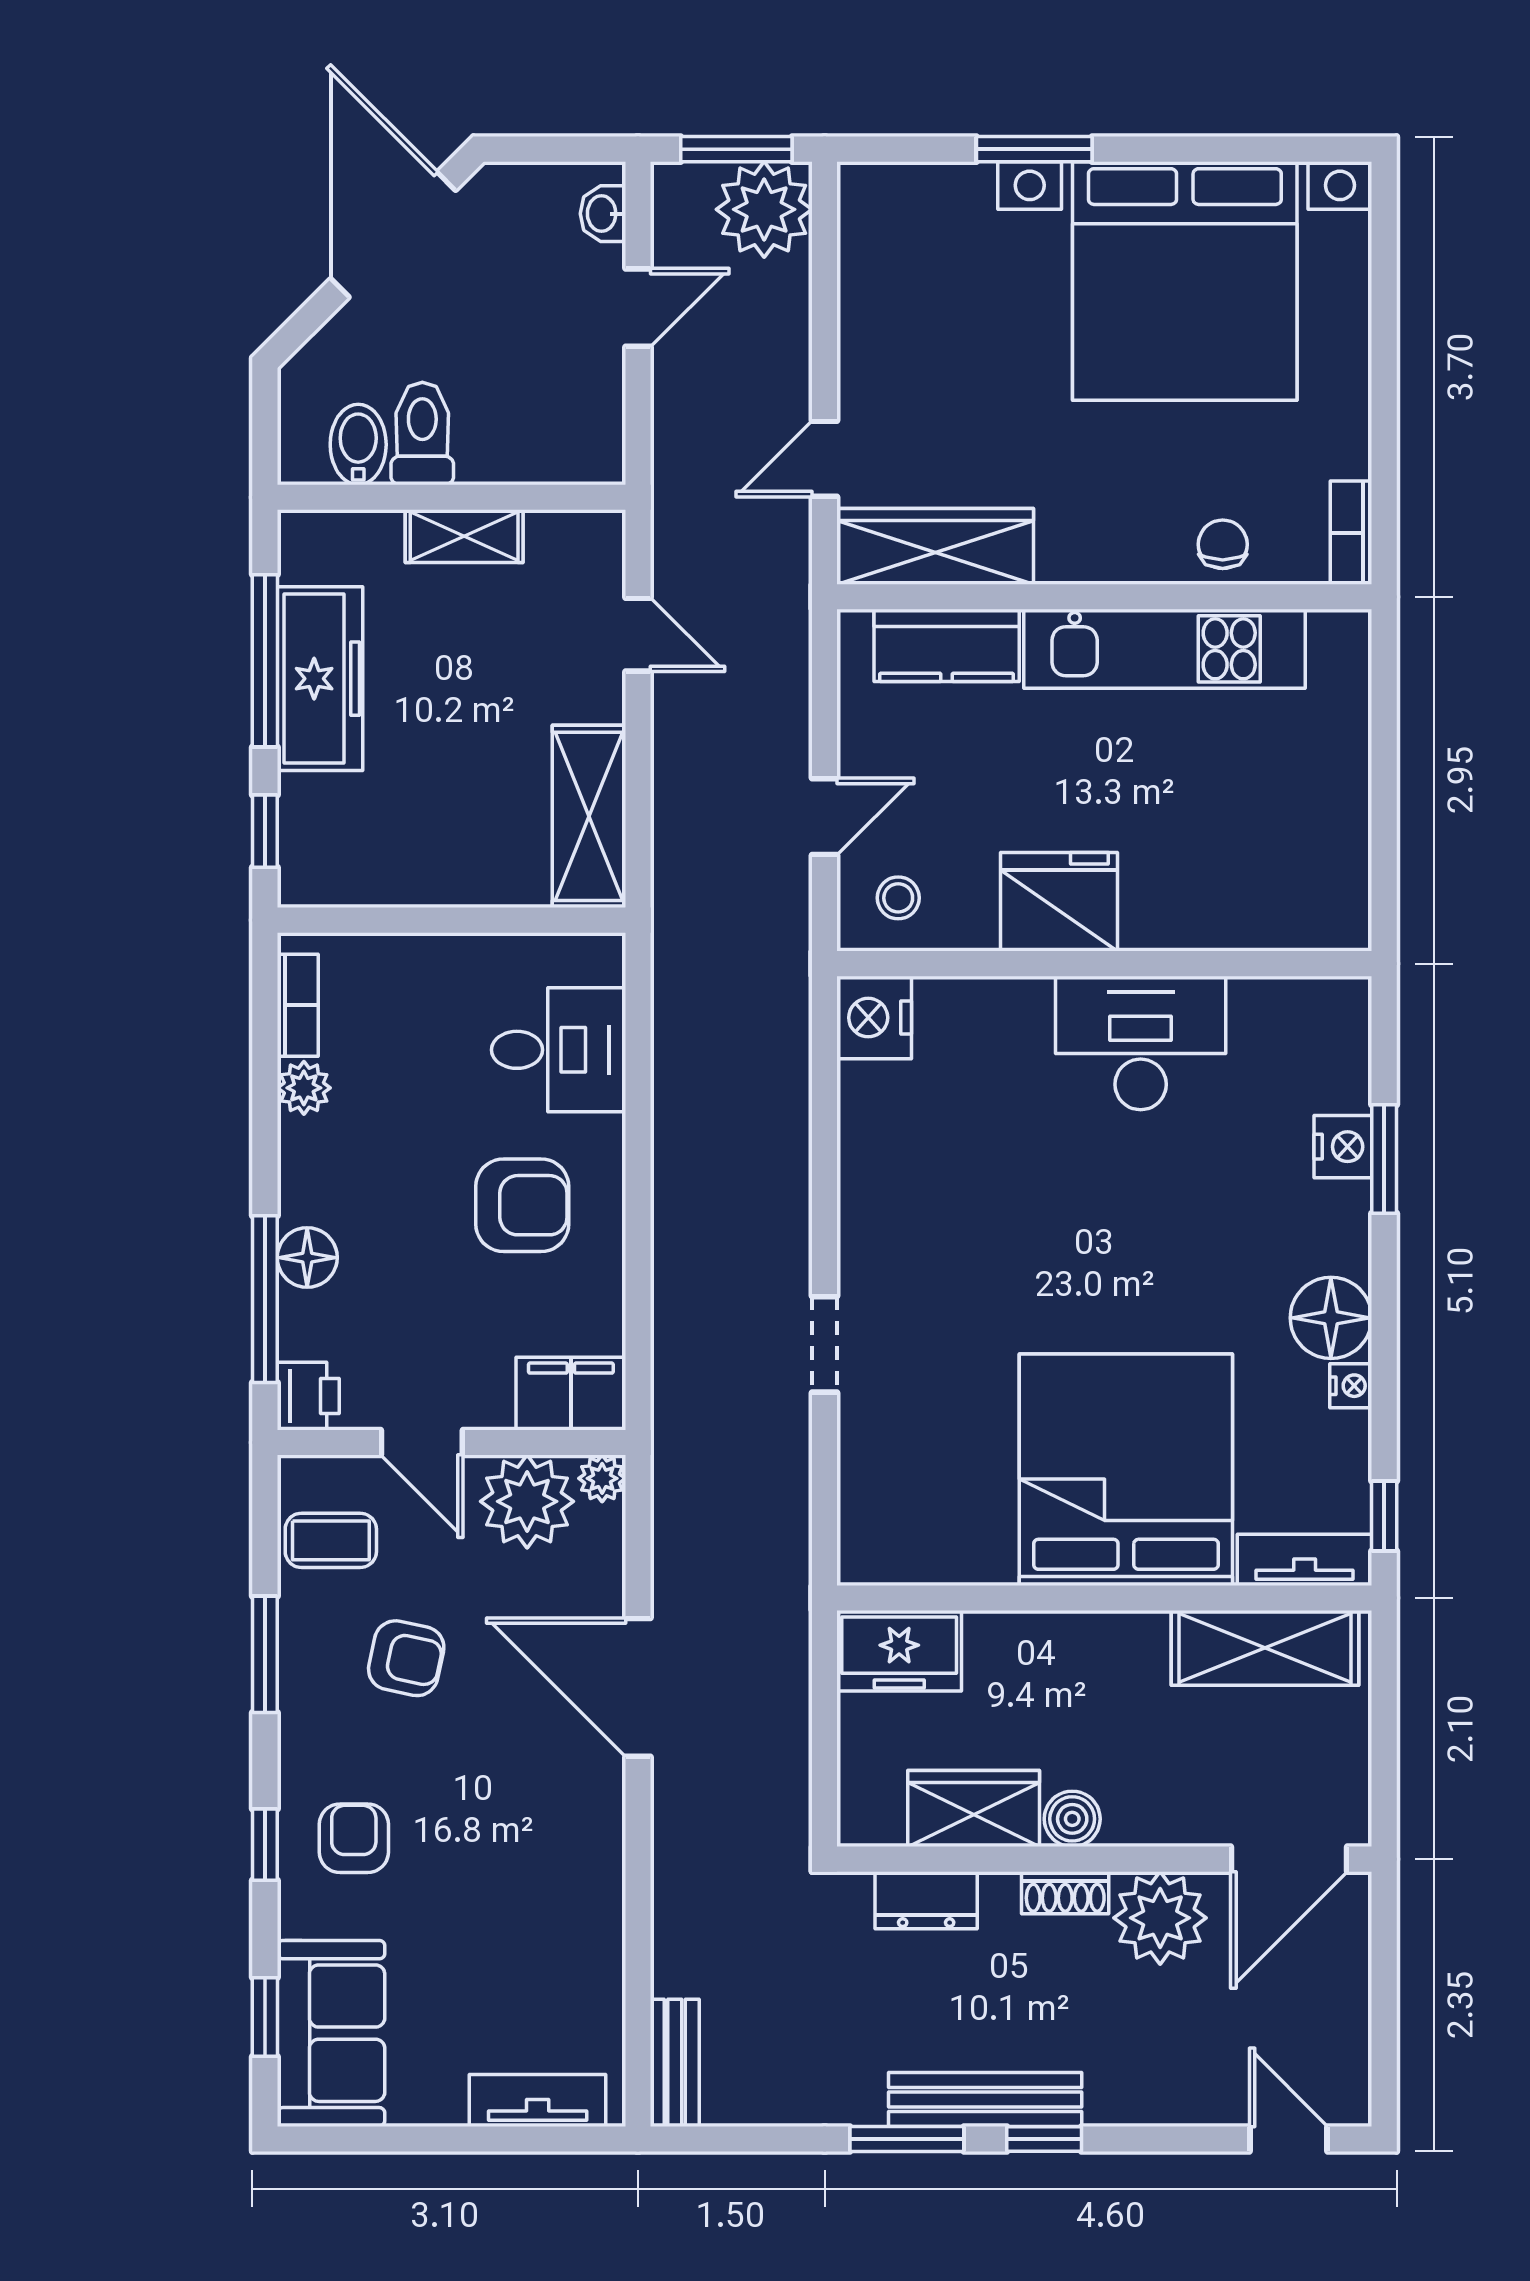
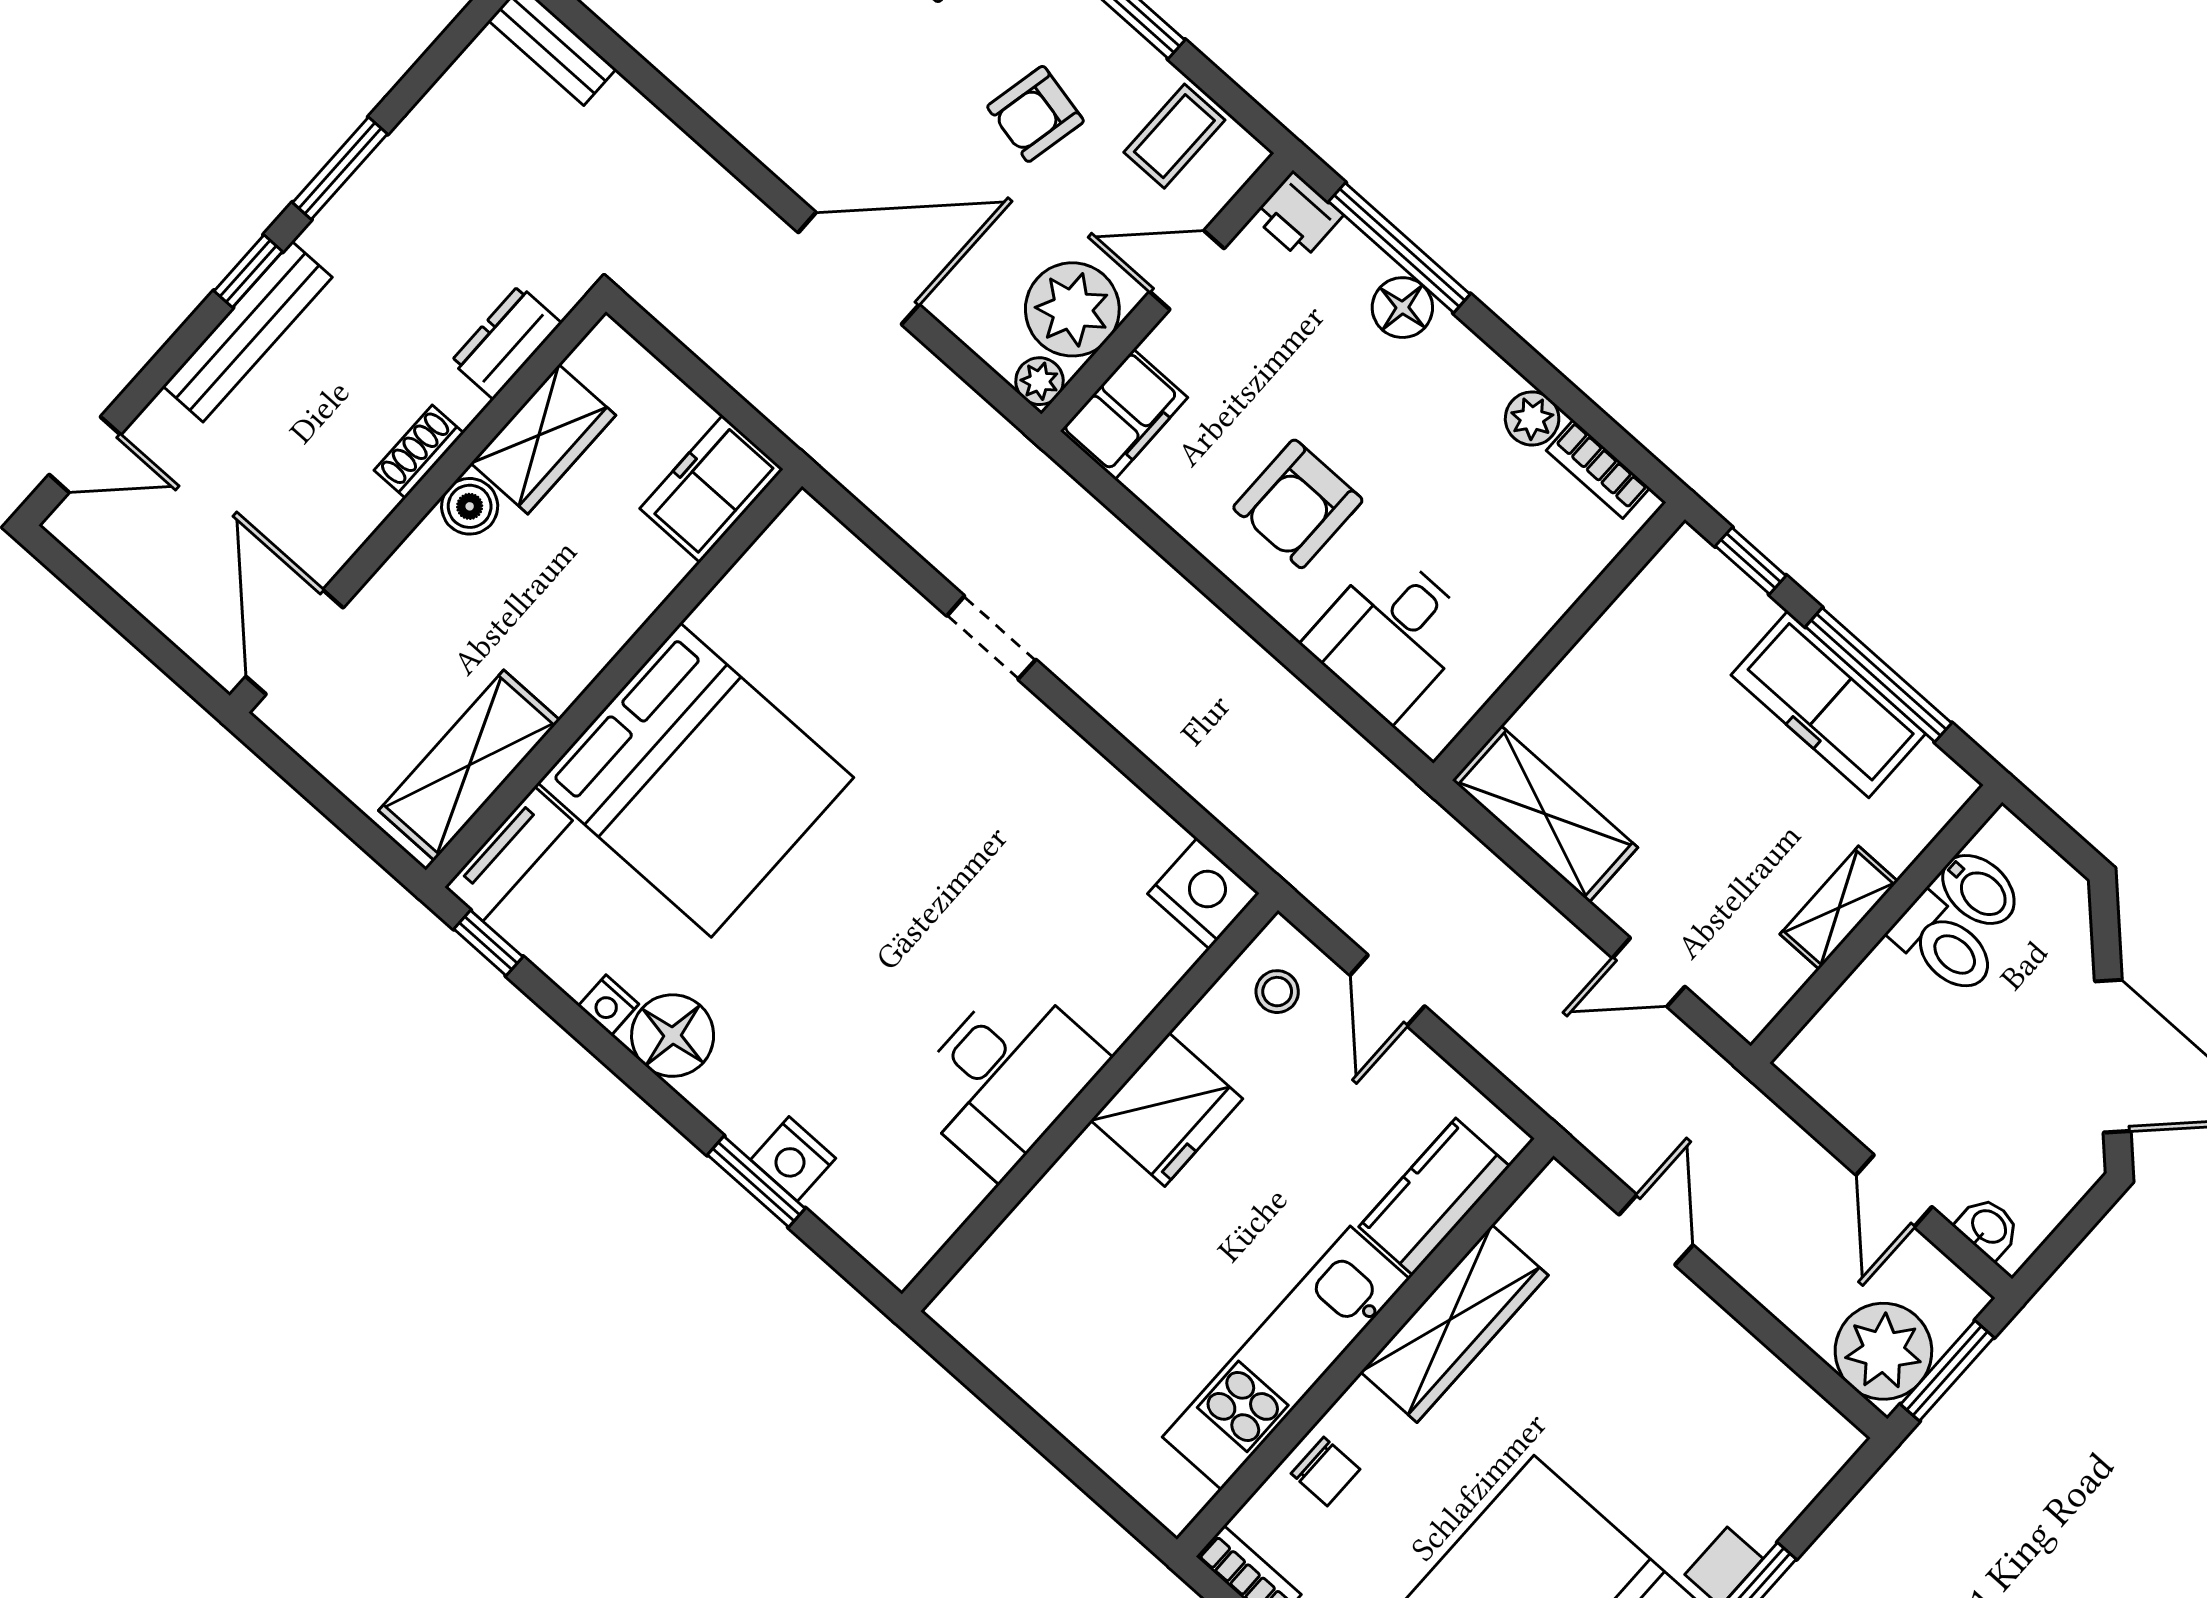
wardrobe: (935, 546) -> (1454, 1324), moved
plant: (1160, 1918) -> (337, 506), removed
bench: (985, 2100) -> (247, 332), moved

